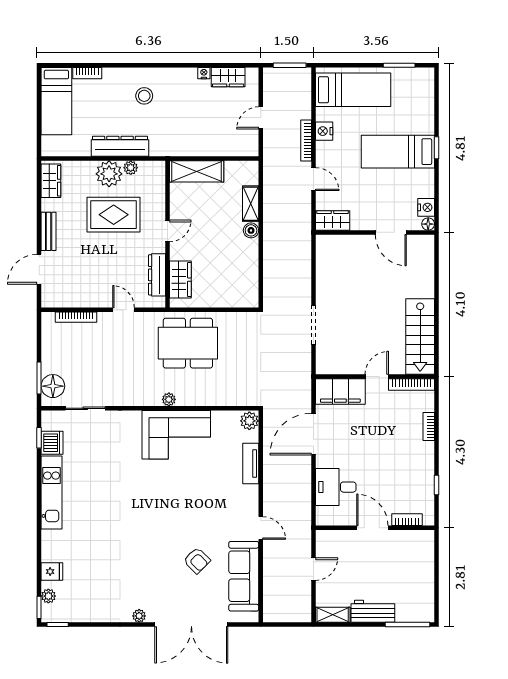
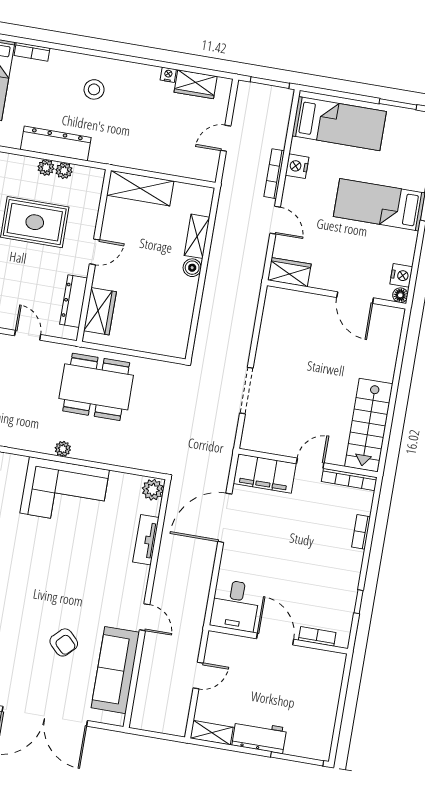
plant: (109, 174) -> (46, 168), width x0.53, depth x0.53
desk: (336, 487) -> (235, 605), moved, turned -90

